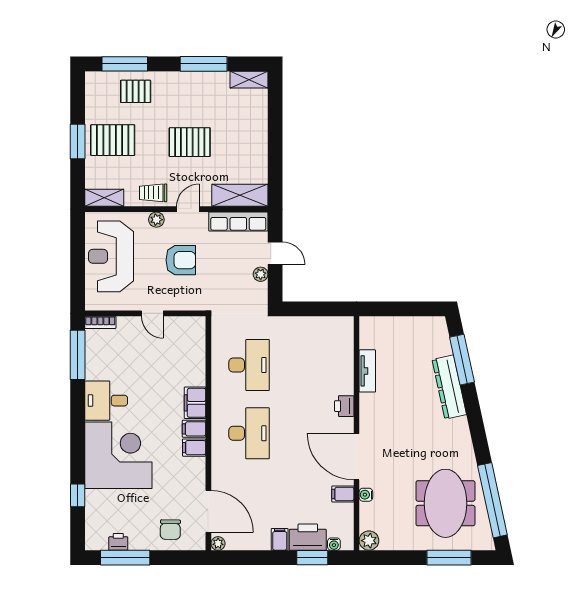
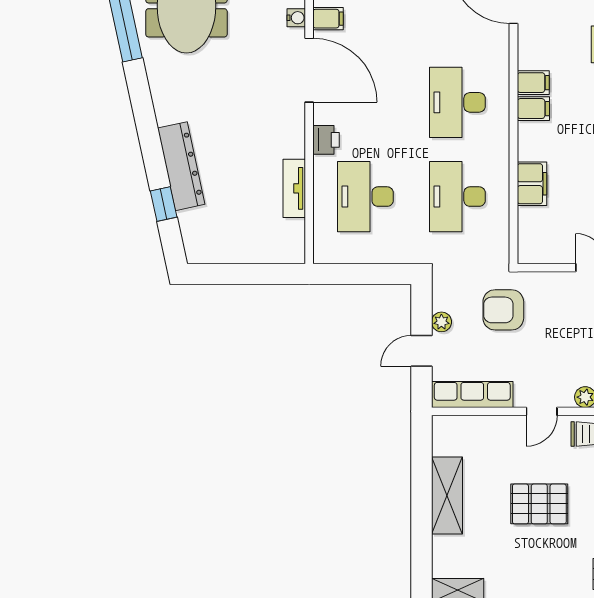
shelving: (240, 195) -> (447, 495), moved, turned 90
door: (275, 253) -> (421, 351), hinge flipped
armchair: (181, 260) -> (503, 310), moved
window: (462, 360) -> (164, 204), width x0.46
desk: (316, 365) -> (365, 197), added
filing cabinet: (195, 403) -> (532, 184), moved

